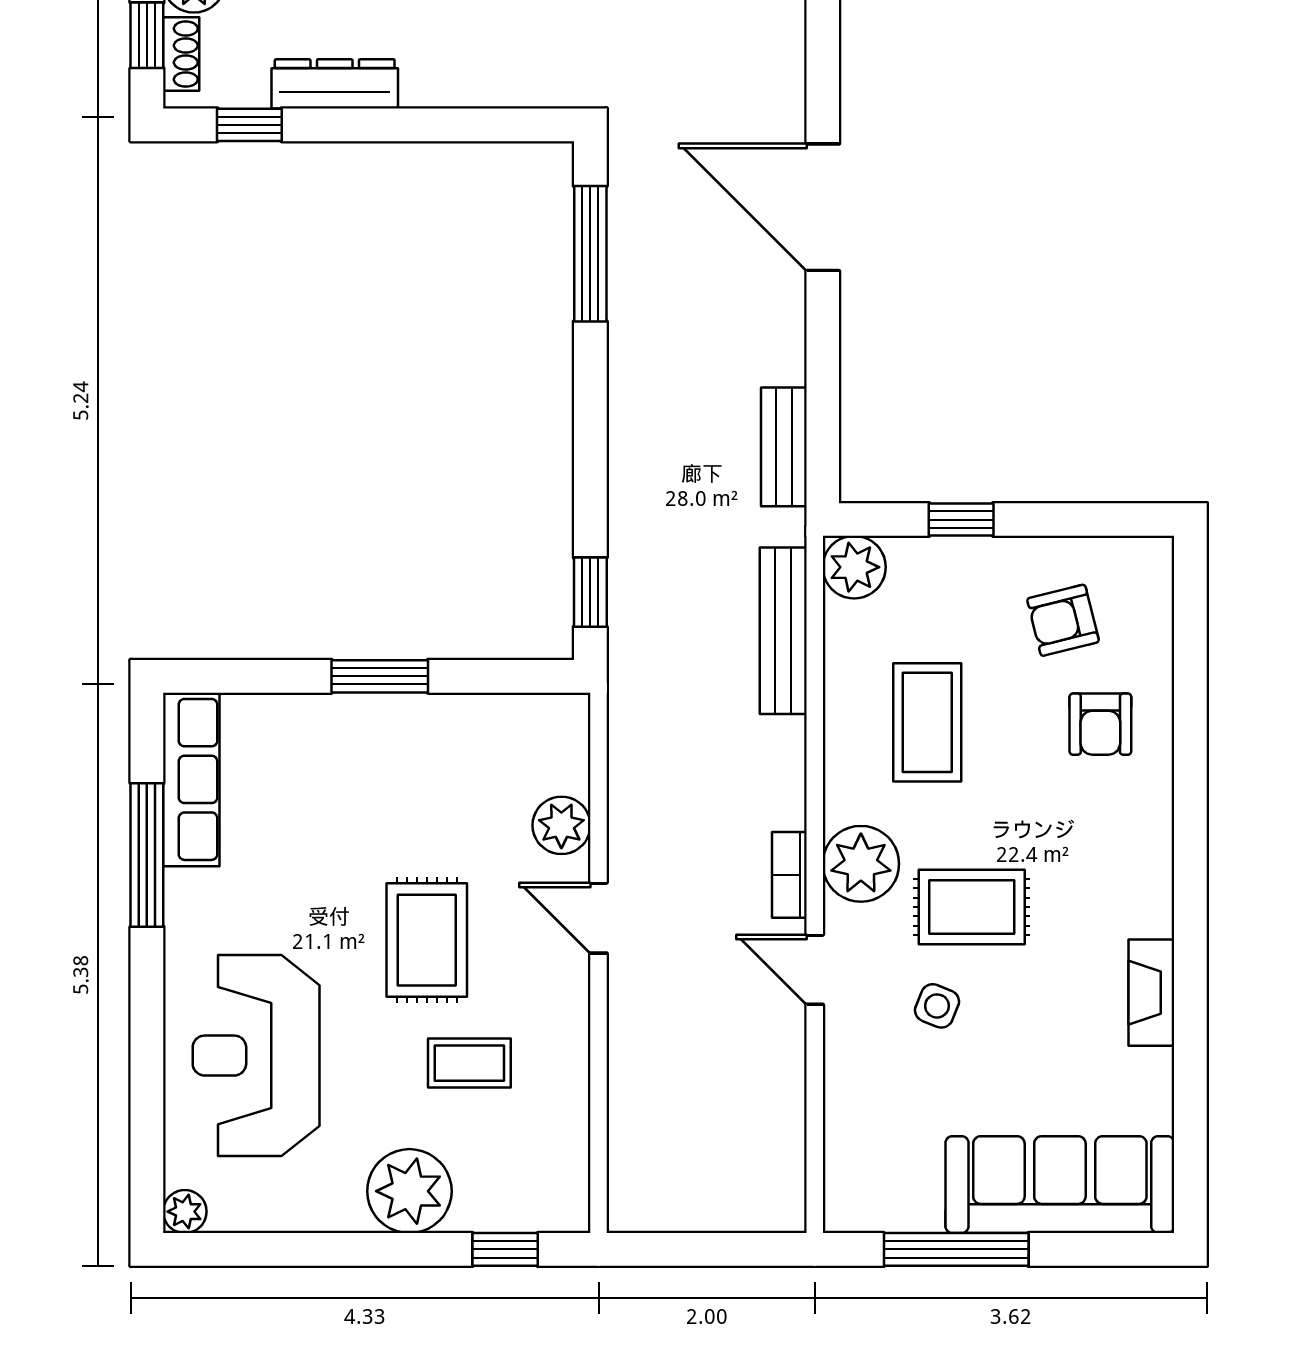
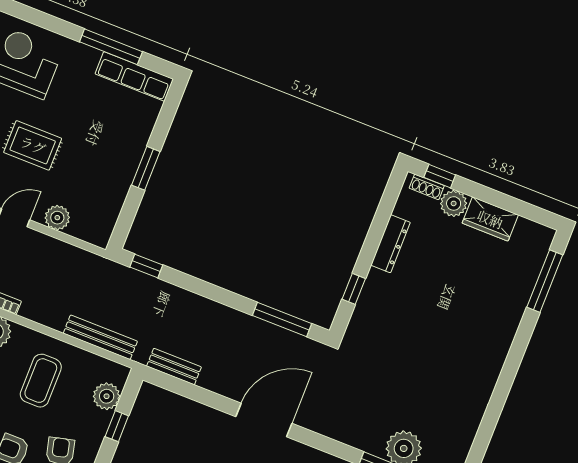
window: (249, 125) -> (354, 289), moved
plant: (854, 567) -> (107, 396), moved
coffee table: (927, 722) -> (41, 381), turned 90

